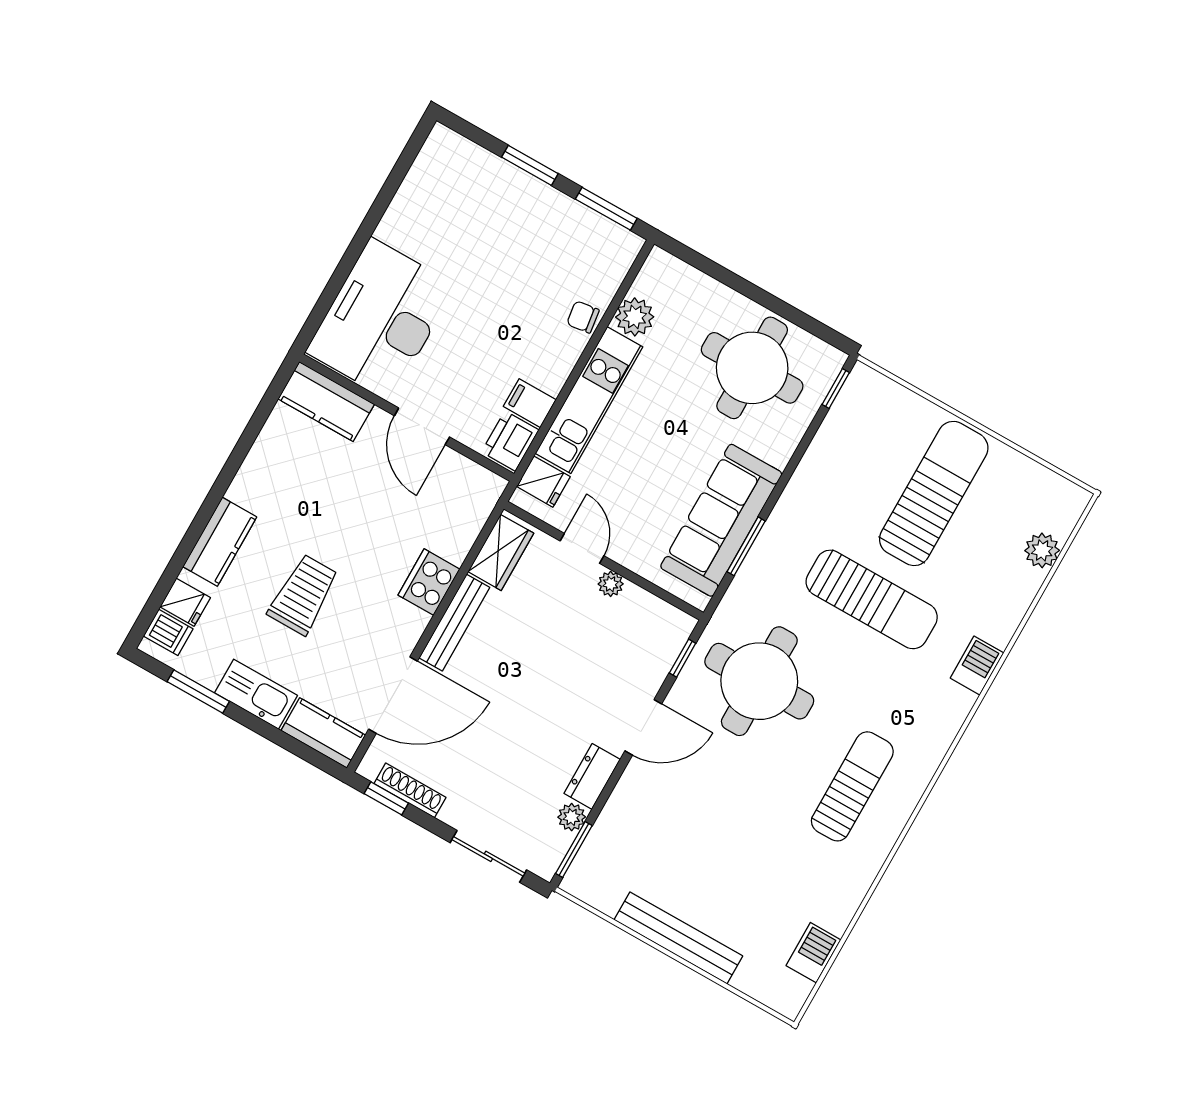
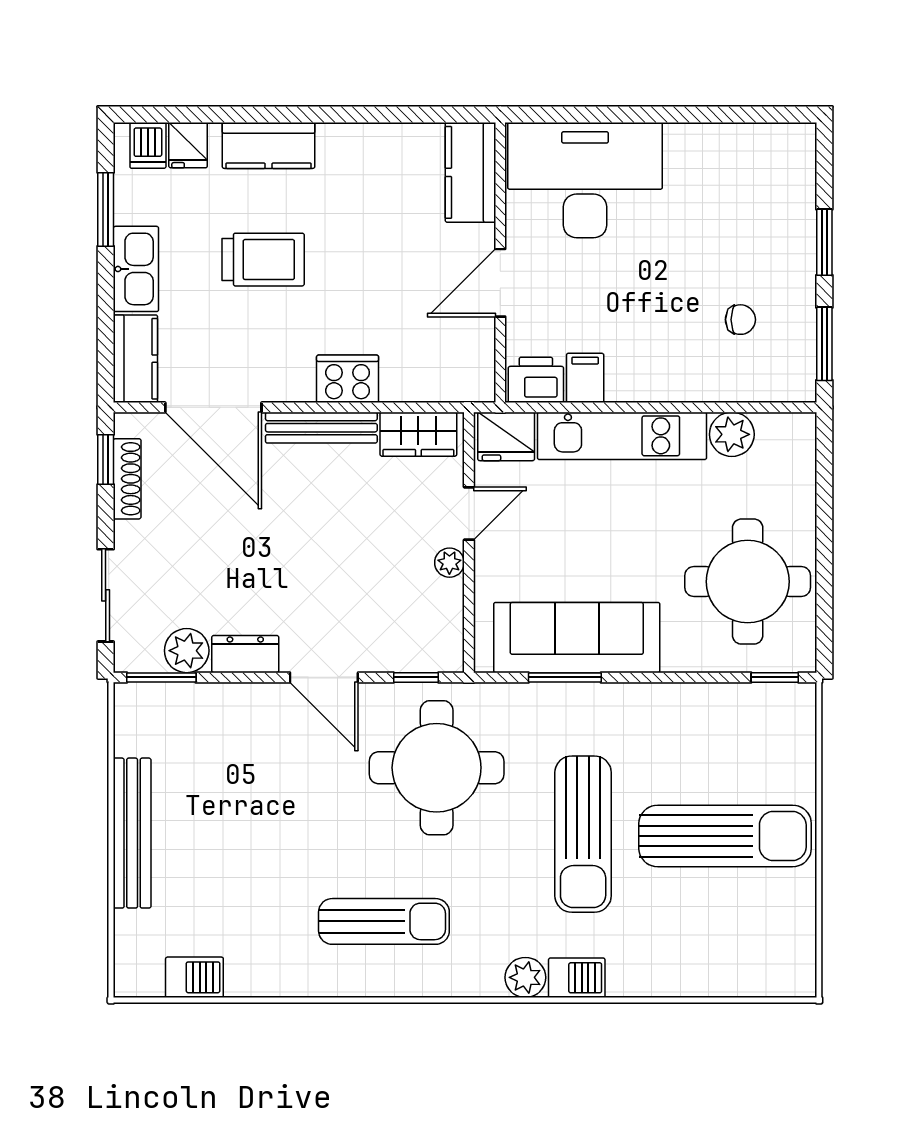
chair: (583, 317) -> (740, 320), moved, turned 98
fridge: (543, 482) -> (506, 436), width x1.38
plant: (1042, 550) -> (525, 977), moved
plant: (572, 817) -> (187, 651), width x1.38, depth x1.38

